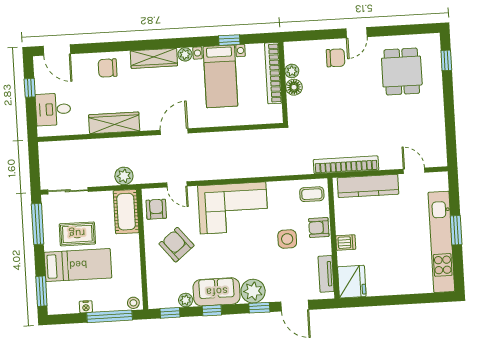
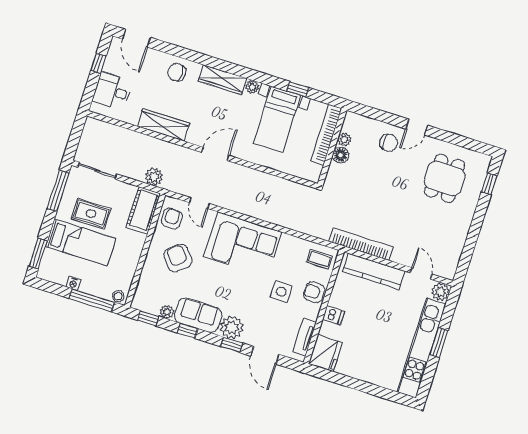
plant: (439, 181) -> (441, 292), added

